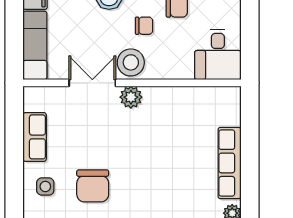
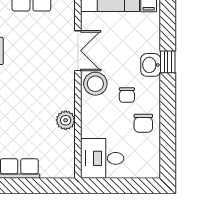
plant: (131, 97) -> (66, 120), moved

